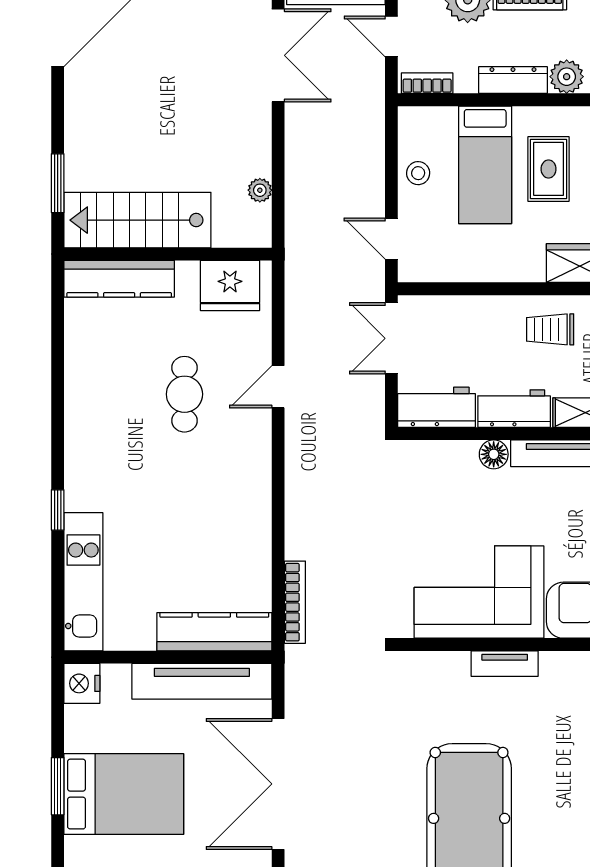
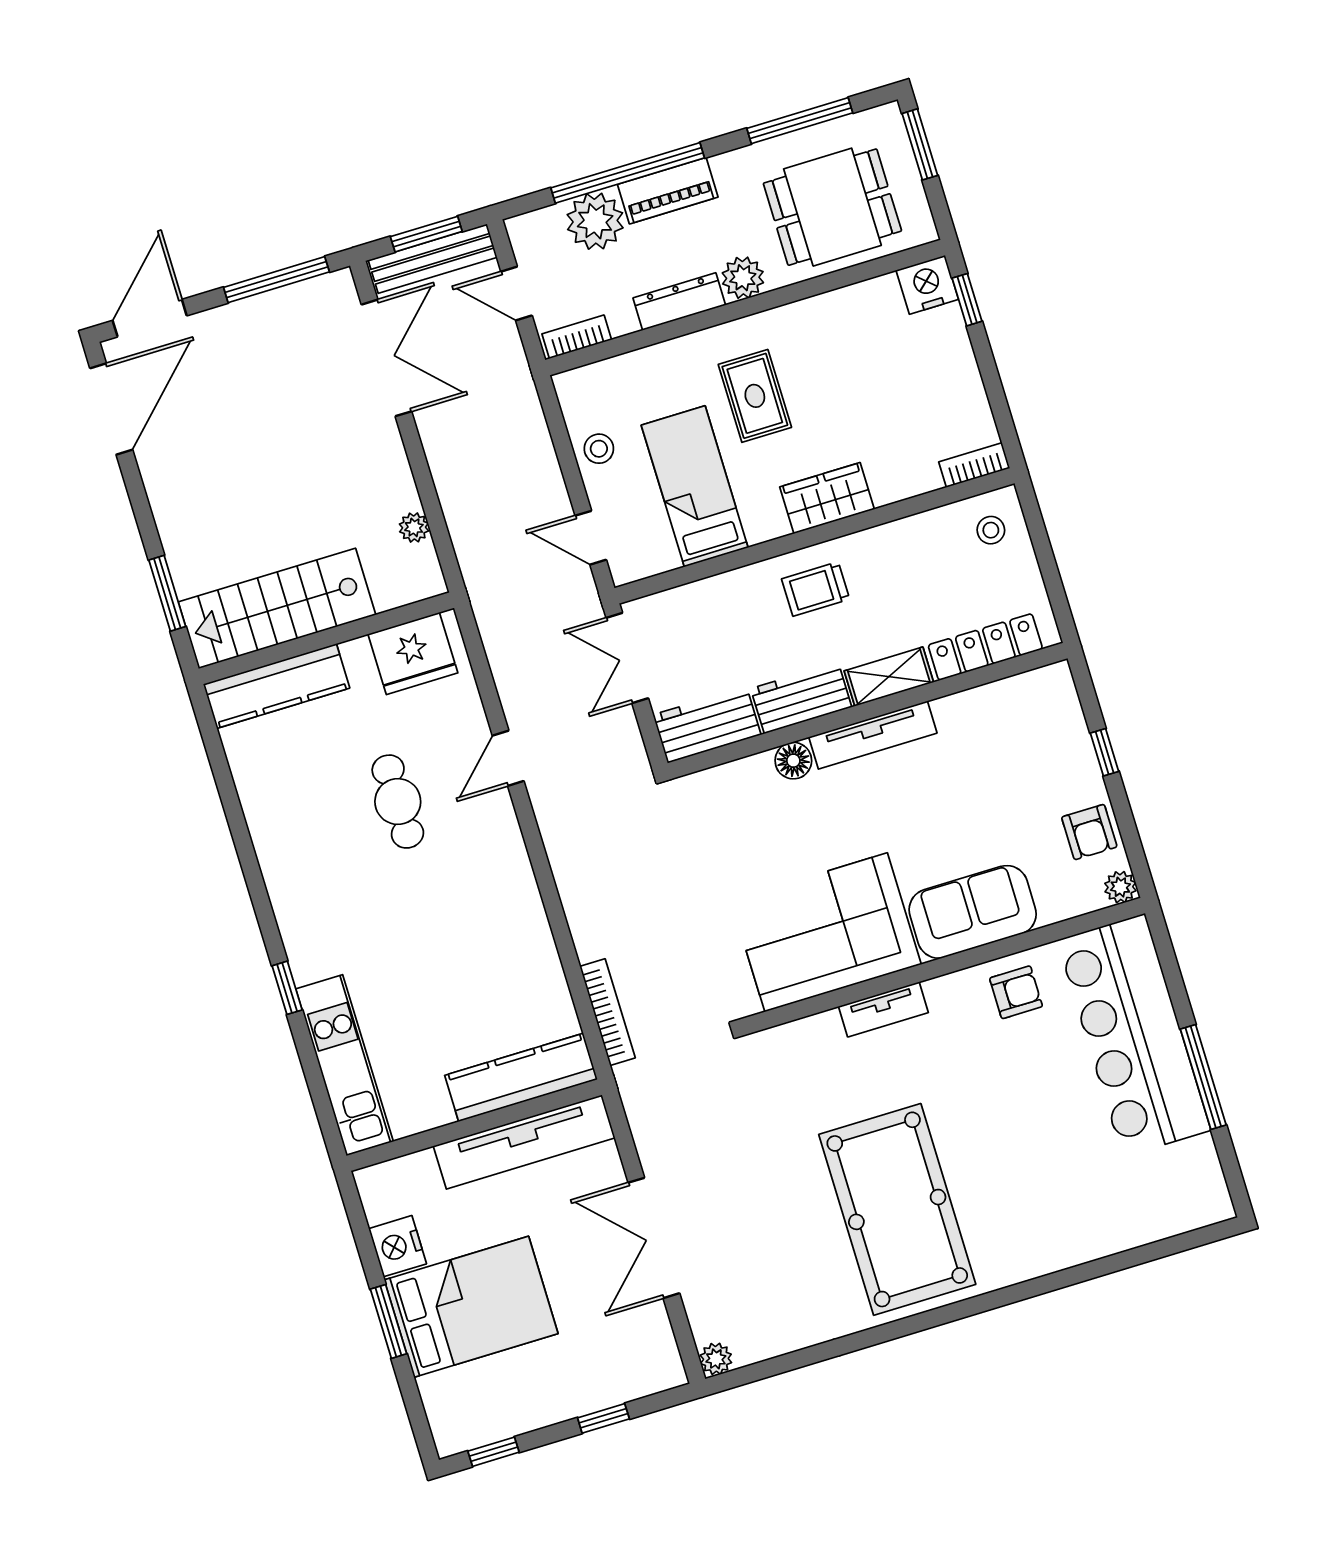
bed: (485, 165) -> (695, 486), moved, turned 180
nightstand: (82, 683) -> (398, 1246), moved
double door: (278, 784) -> (654, 1238), width x0.73

